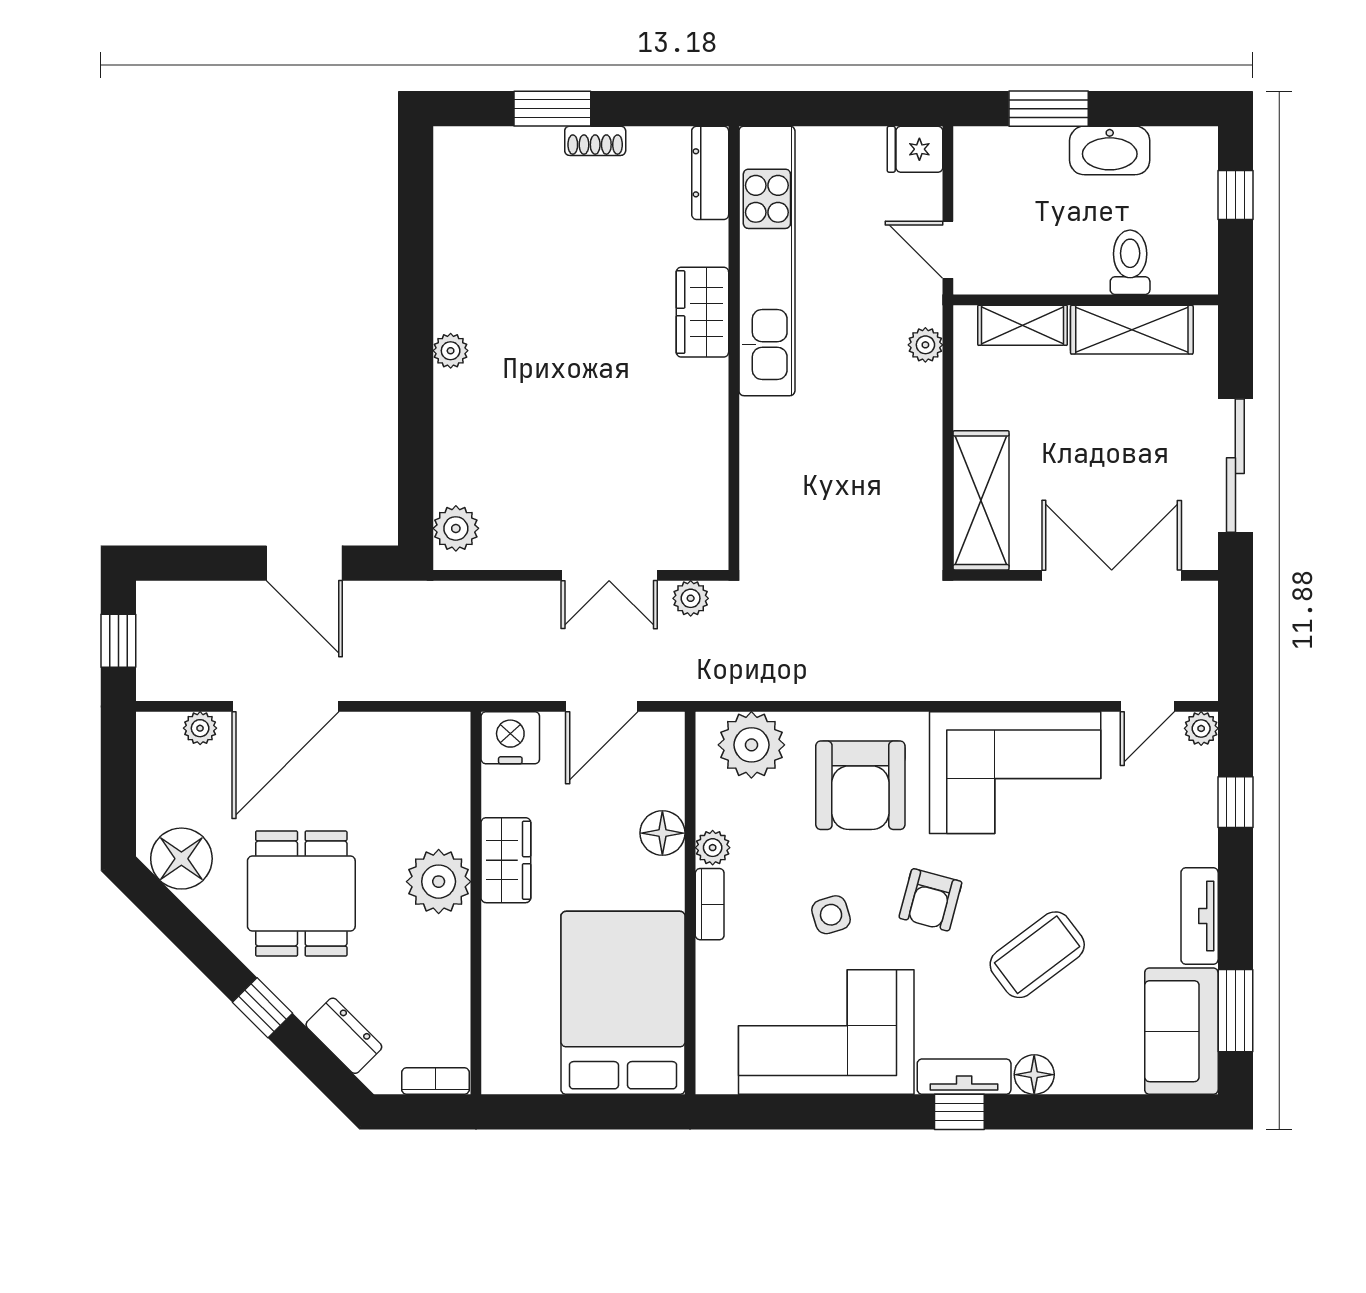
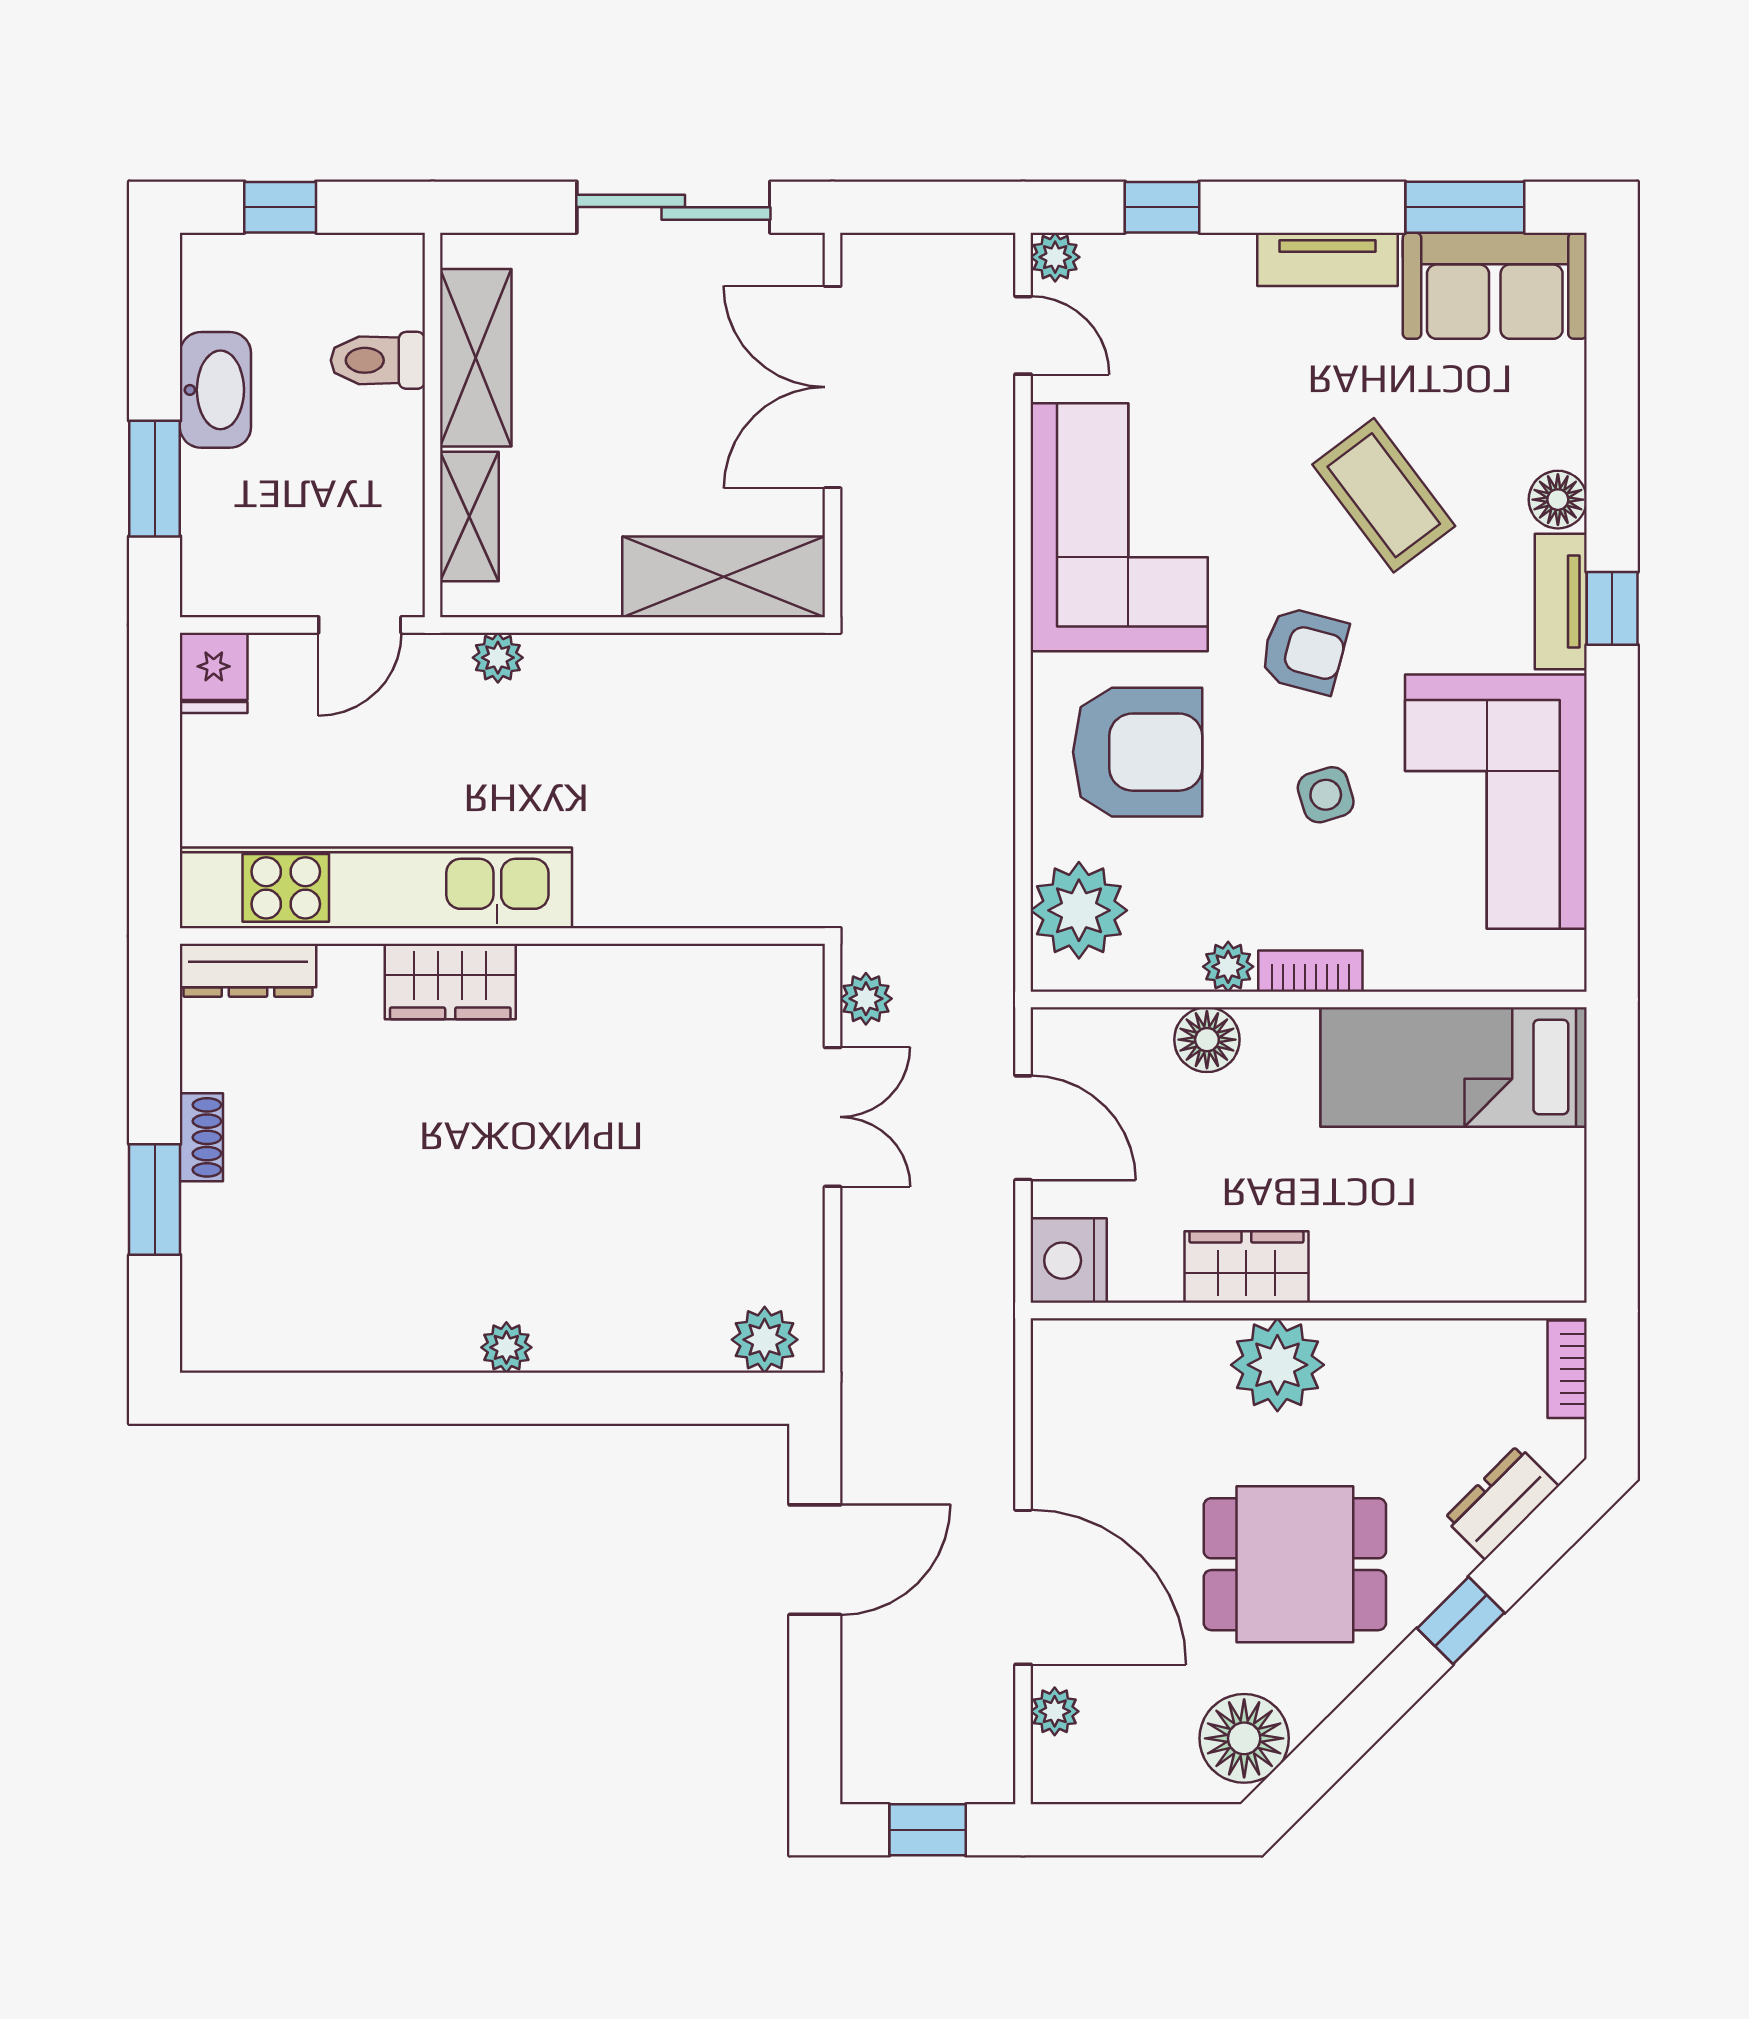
bed: (623, 1003) -> (1454, 1067), width x0.67

